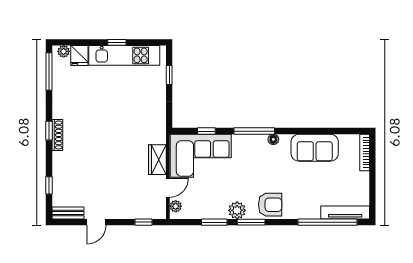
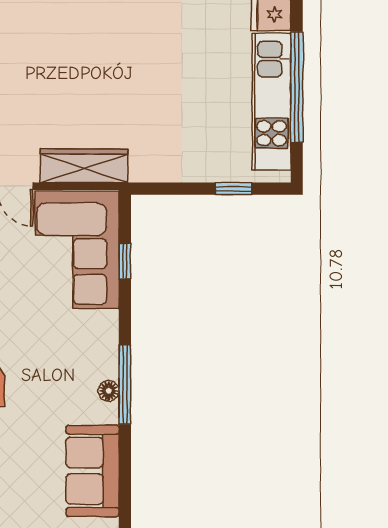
window: (117, 42) -> (297, 87), width x3.17
window: (254, 131) -> (125, 385), moved
wardrobe: (157, 160) -> (84, 166), width x1.50

